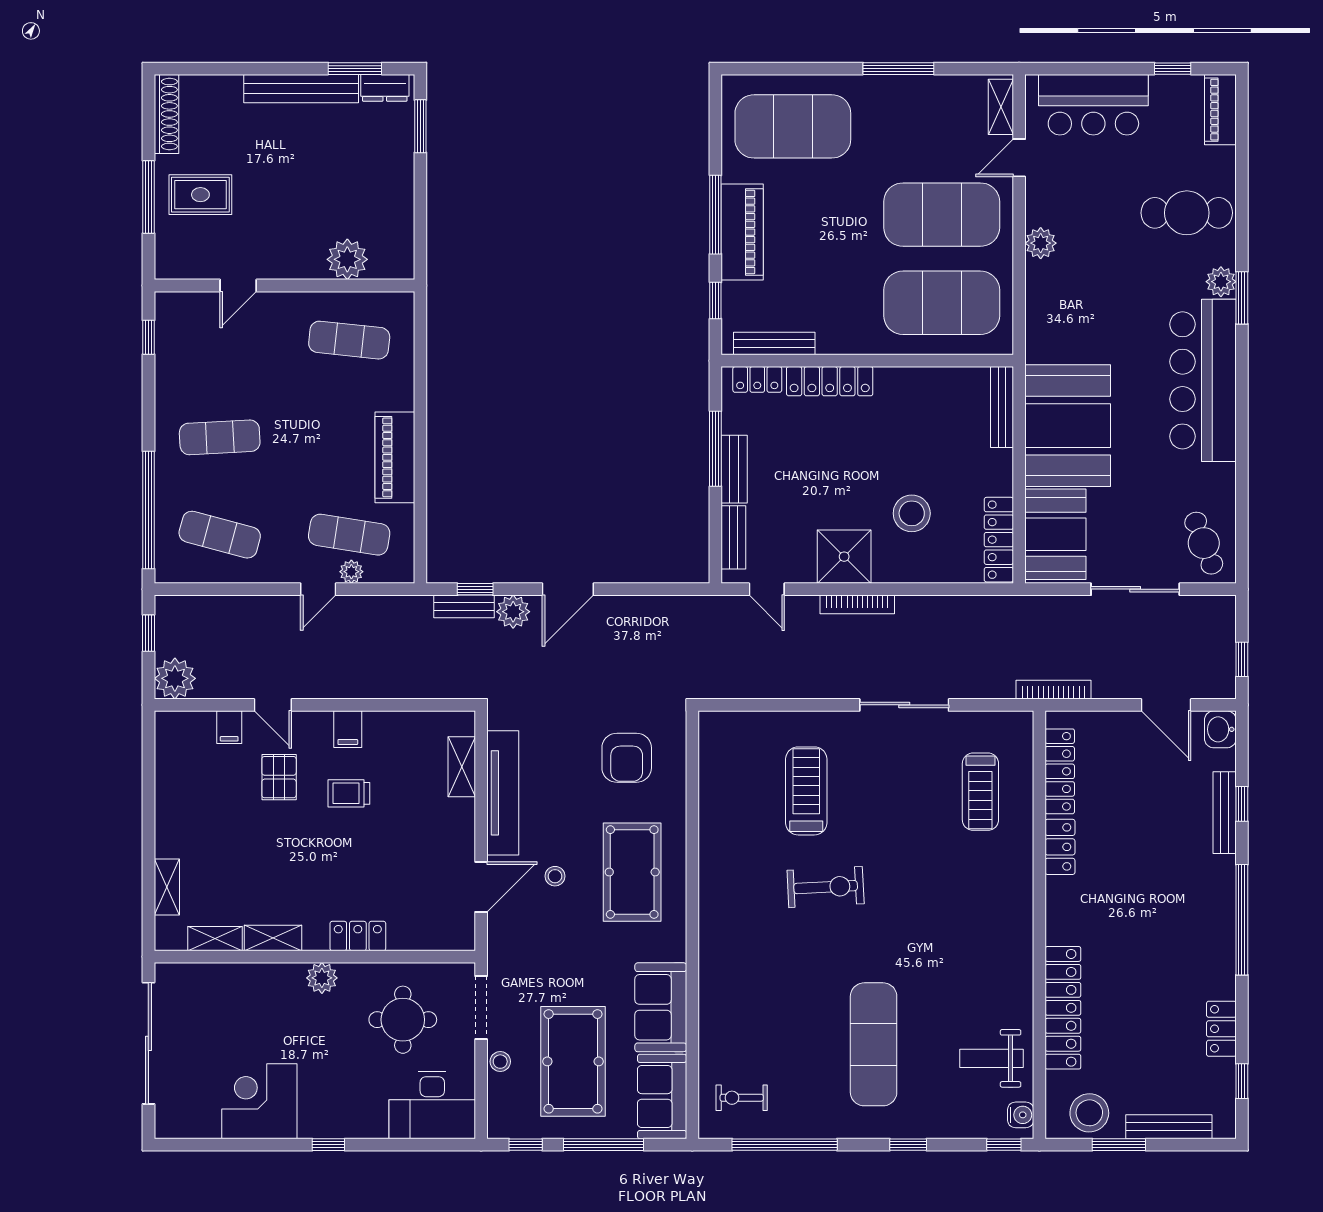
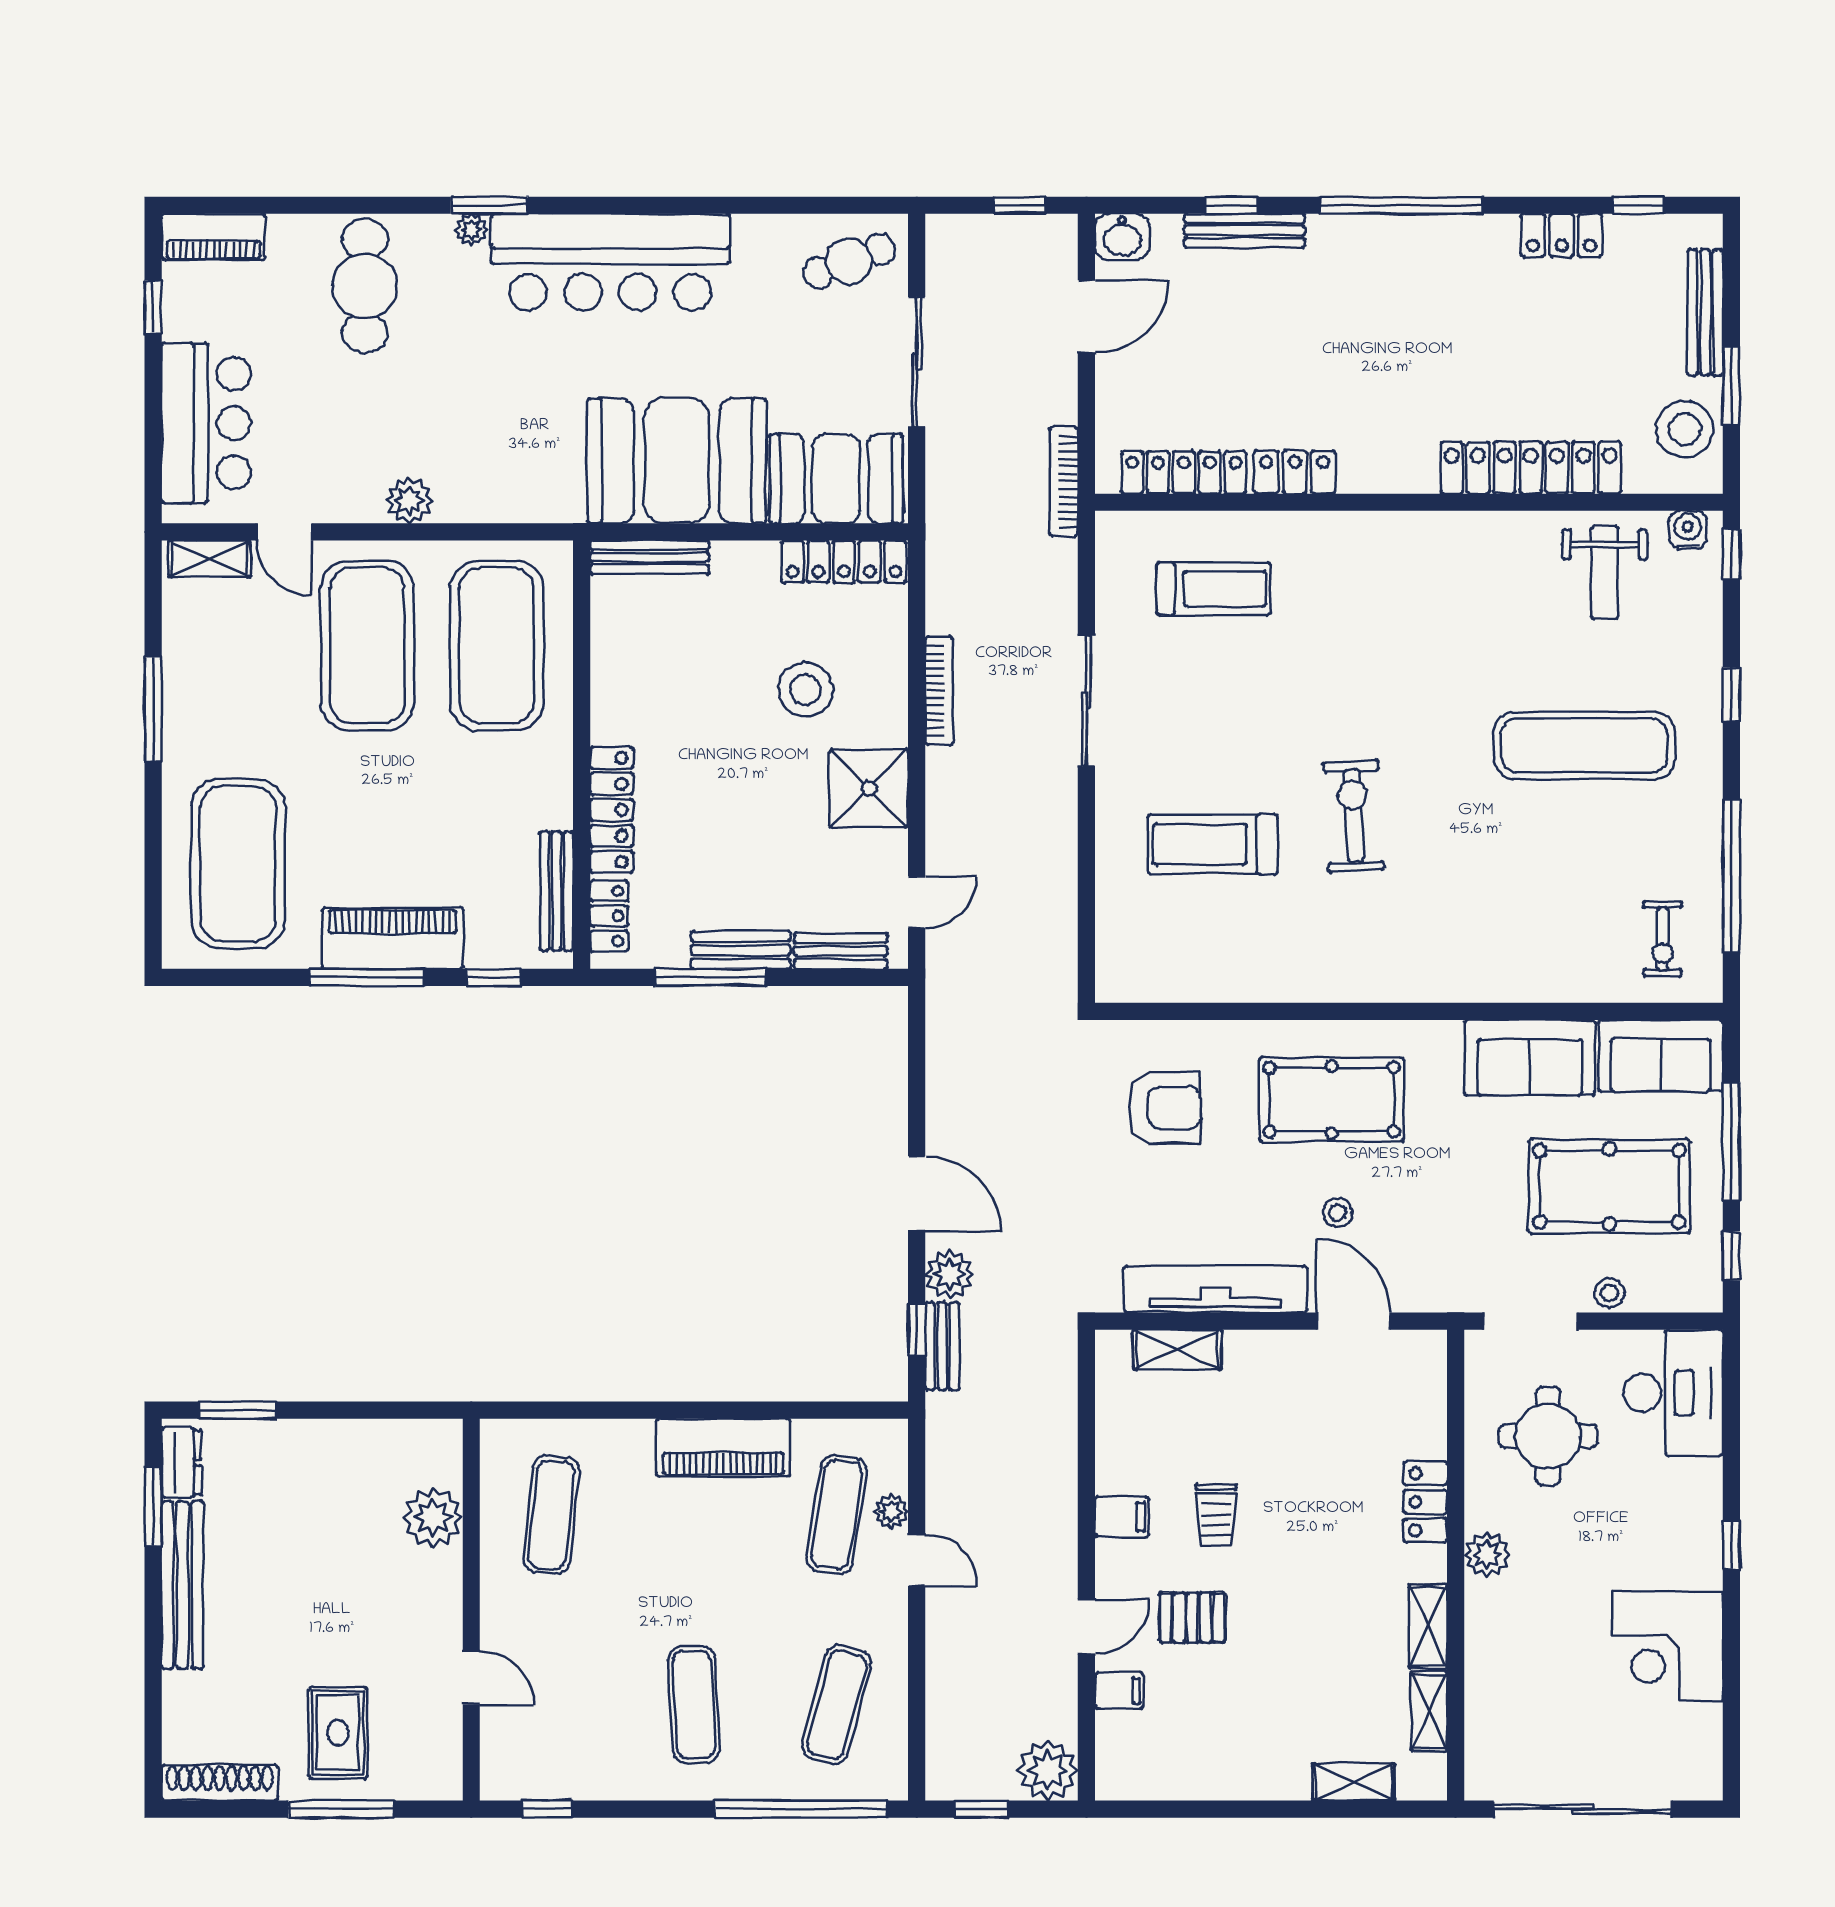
plant: (1221, 282) -> (472, 230), width x0.73, depth x0.73
bookcase: (857, 604) -> (939, 691), moved

